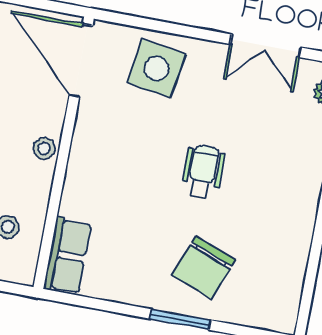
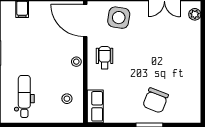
wheelchair: (203, 172) -> (105, 58), moved

